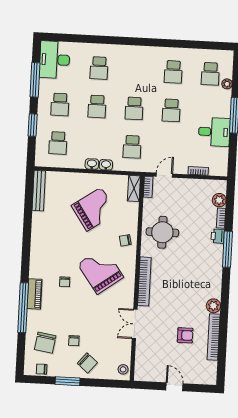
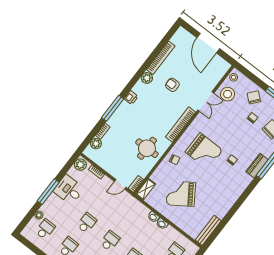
school desk: (132, 147) -> (128, 217), removed
plant: (220, 167) -> (80, 165), added
printer: (218, 236) -> (131, 98), moved
grand piano: (101, 271) -> (204, 151), turned -54
armchair: (185, 335) -> (172, 85), moved
stool: (117, 347) -> (228, 94), added
door: (174, 387) -> (208, 43), width x1.88

